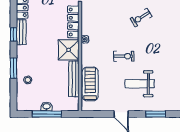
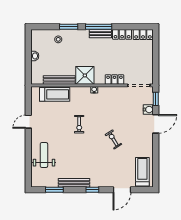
locker: (73, 22) -> (114, 80), width x0.66
window: (14, 34) -> (99, 27), width x2.17
weight bench: (140, 84) -> (44, 155), moved
window: (47, 114) -> (28, 56), removed
window: (156, 114) -> (28, 152), removed

